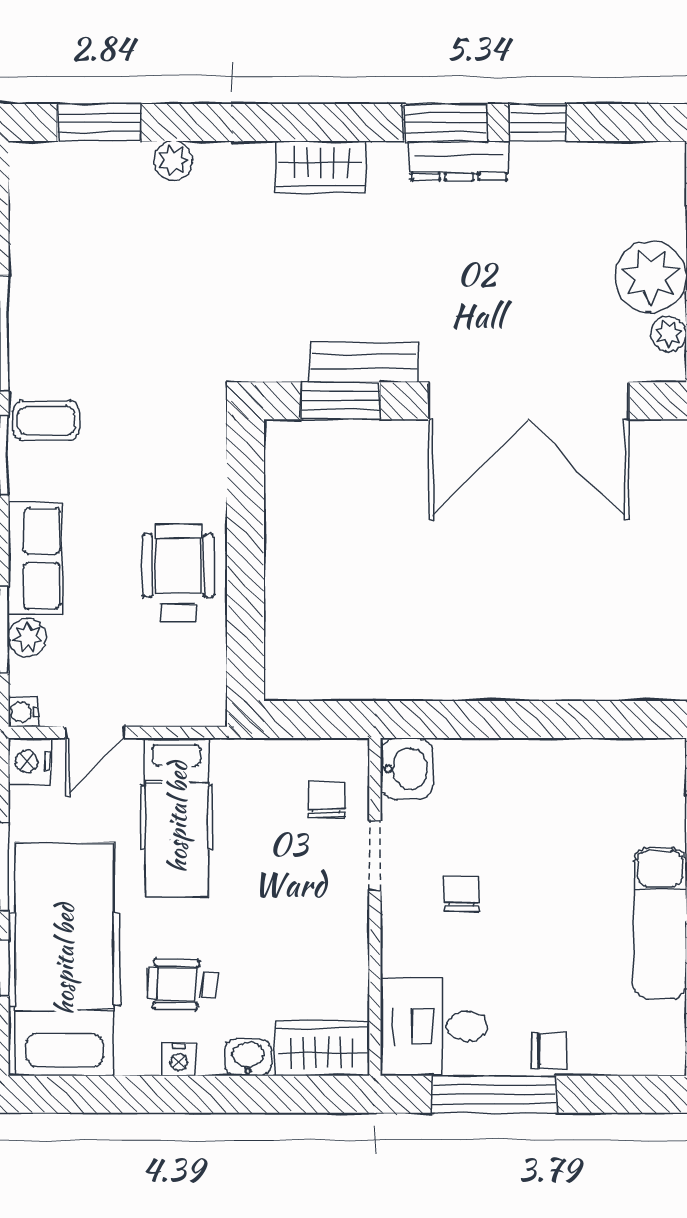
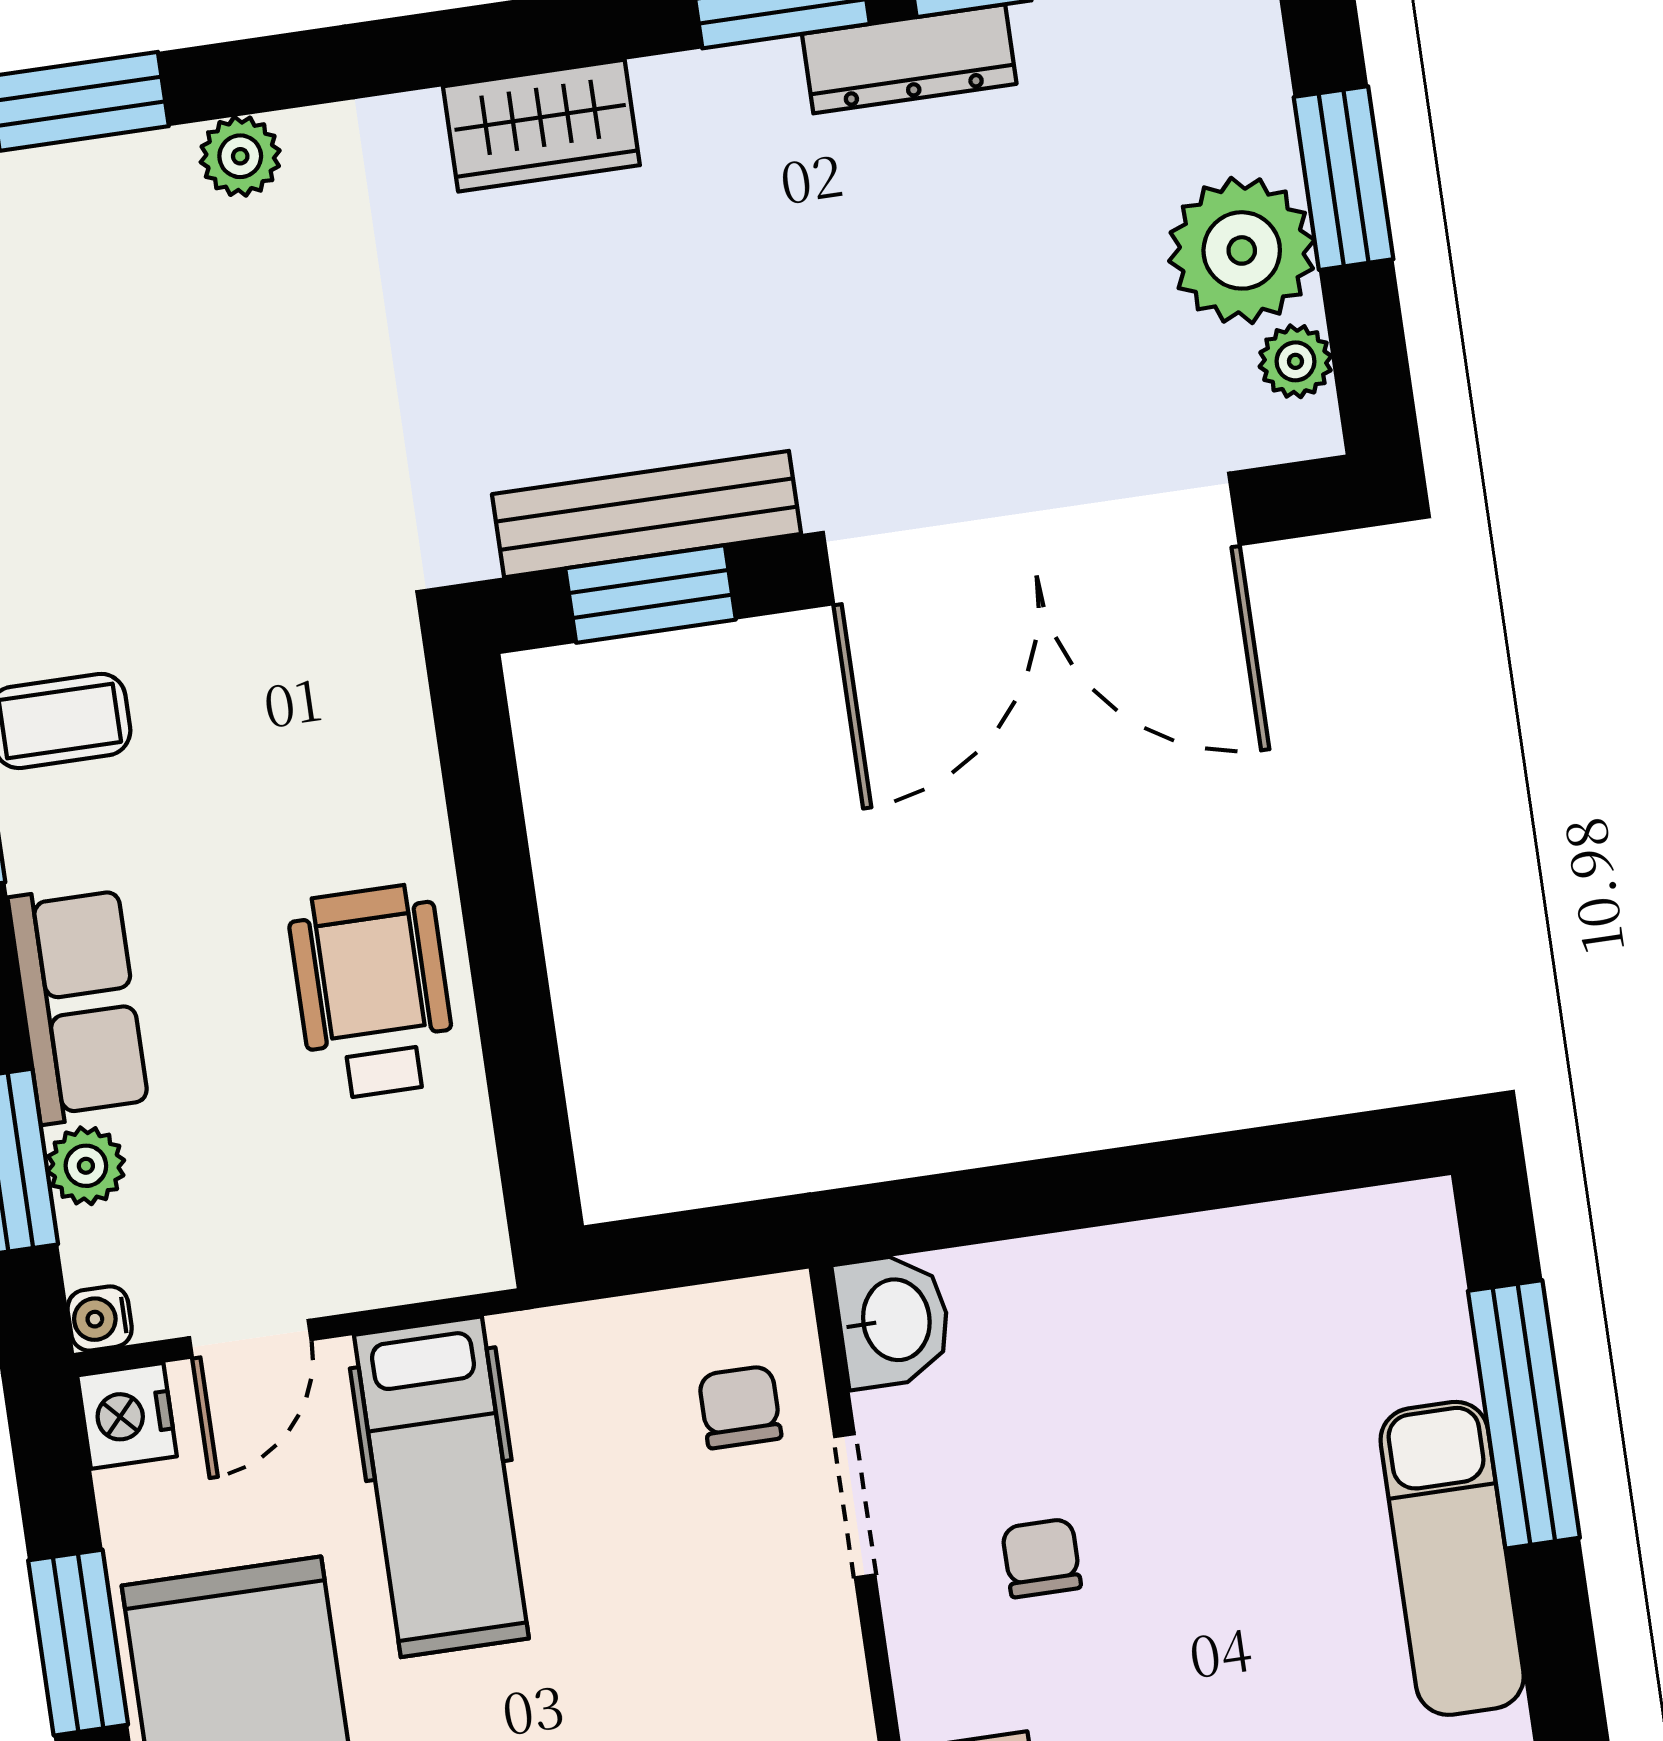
dresser: (459, 160) -> (909, 59), moved
bench: (364, 362) -> (646, 514), width x1.36

